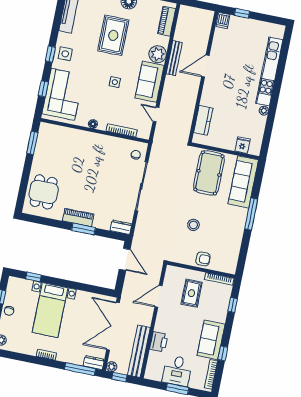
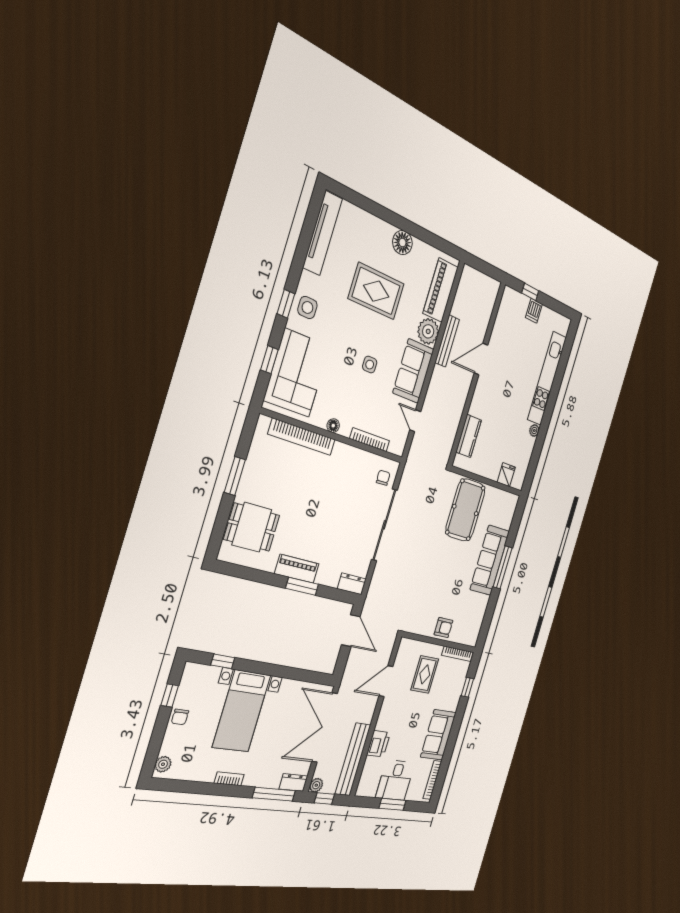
dishwasher: (223, 20) -> (534, 311), moved
piano: (167, 21) -> (441, 290), width x1.37, depth x1.33
rug: (113, 35) -> (376, 291), turned 90
bookcase: (71, 133) -> (302, 437), added
window: (32, 143) -> (235, 476), moved
sofa: (243, 182) -> (490, 560), moved
dining table: (44, 192) -> (252, 527), turned 90
stool: (193, 225) -> (439, 581), removed
window: (223, 353) -> (449, 751), removed

